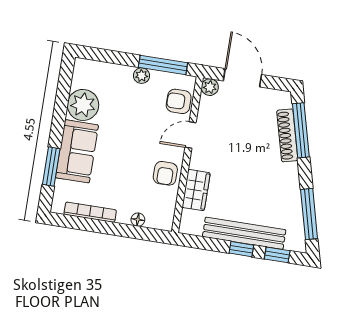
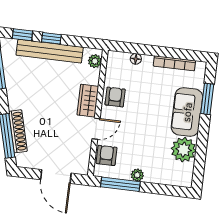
plant: (210, 87) -> (95, 61), moved
armchair: (179, 101) -> (107, 155), turned -90
wardrobe: (196, 190) -> (88, 101), moved

